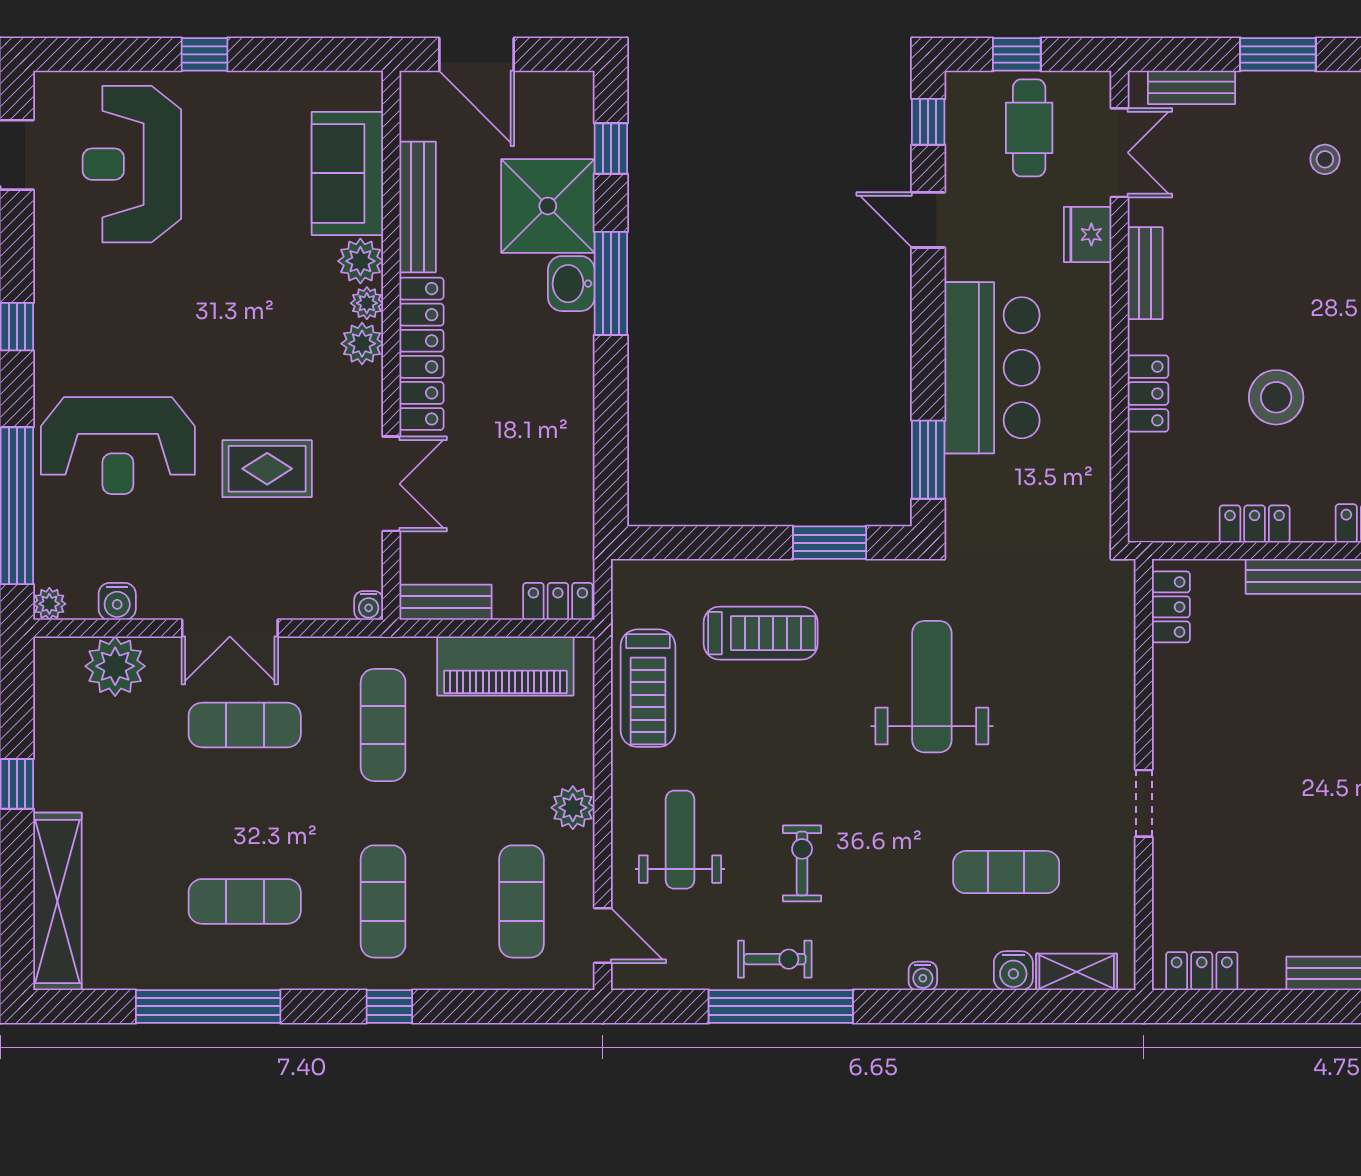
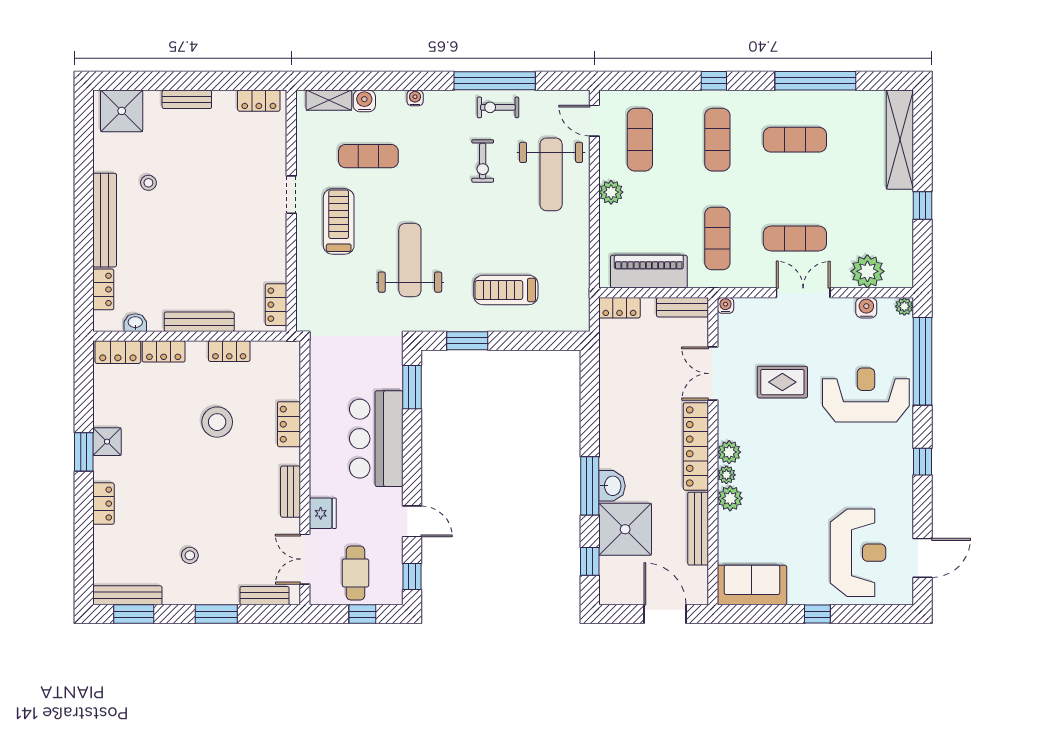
sofa: (347, 173) -> (752, 585), moved, turned -90
weight bench: (932, 687) -> (410, 260), turned 180
treadmill: (648, 688) -> (339, 221), moved
weight bench: (680, 840) -> (551, 174), width x1.36, depth x1.33

